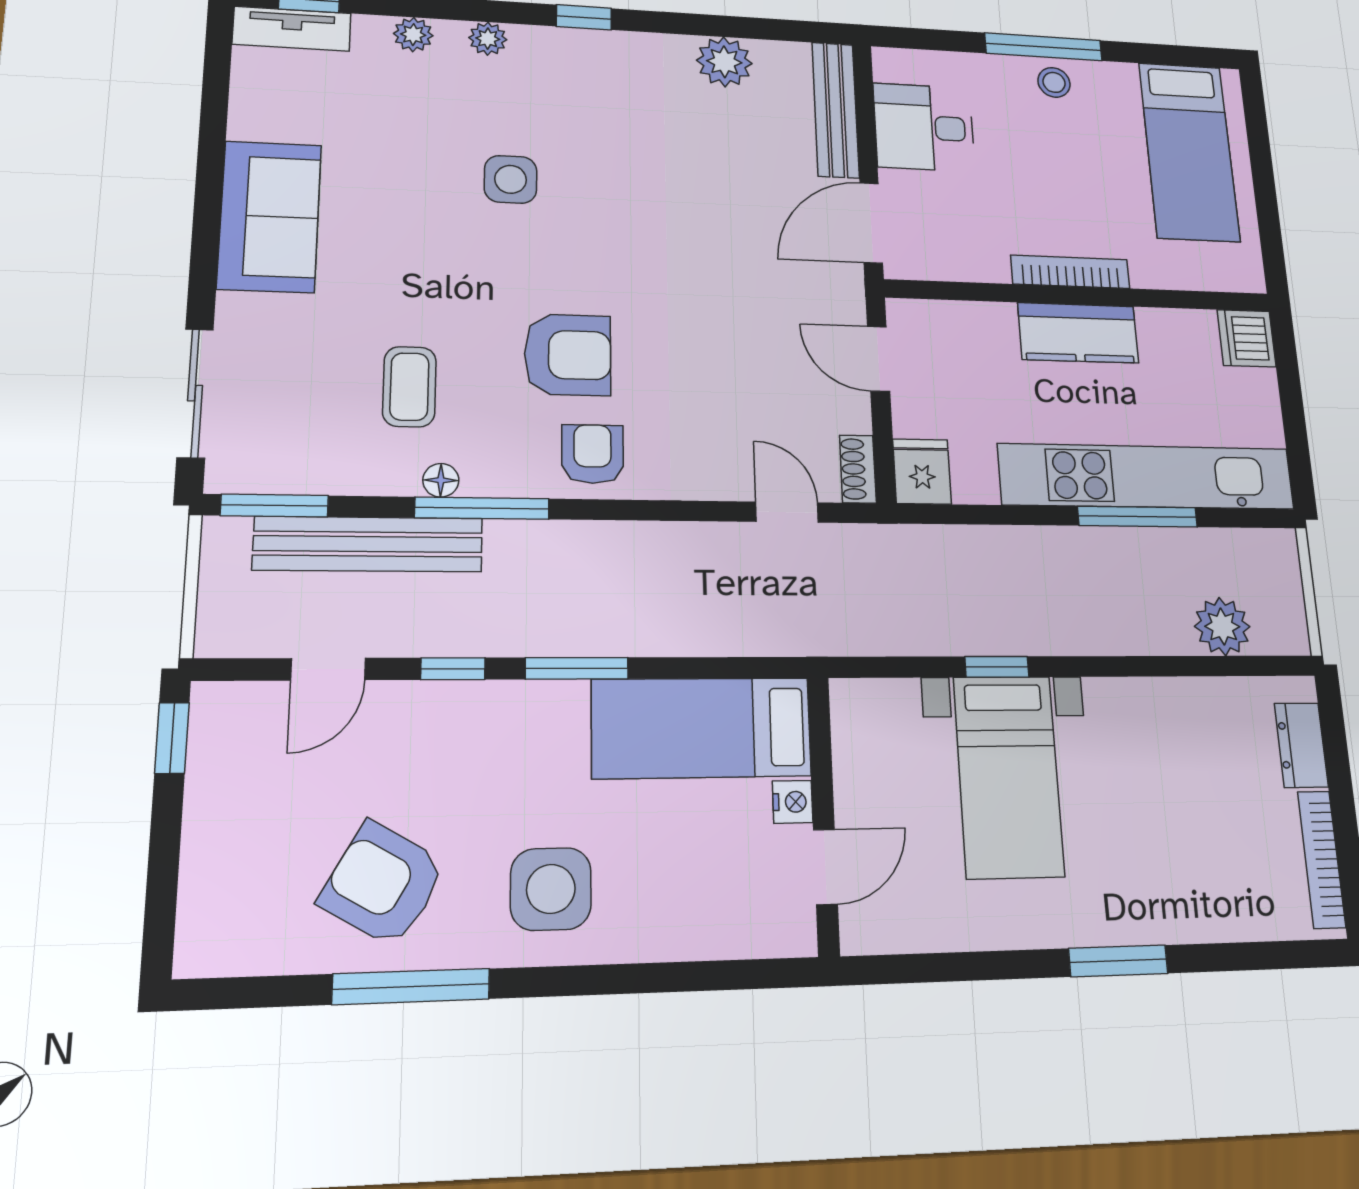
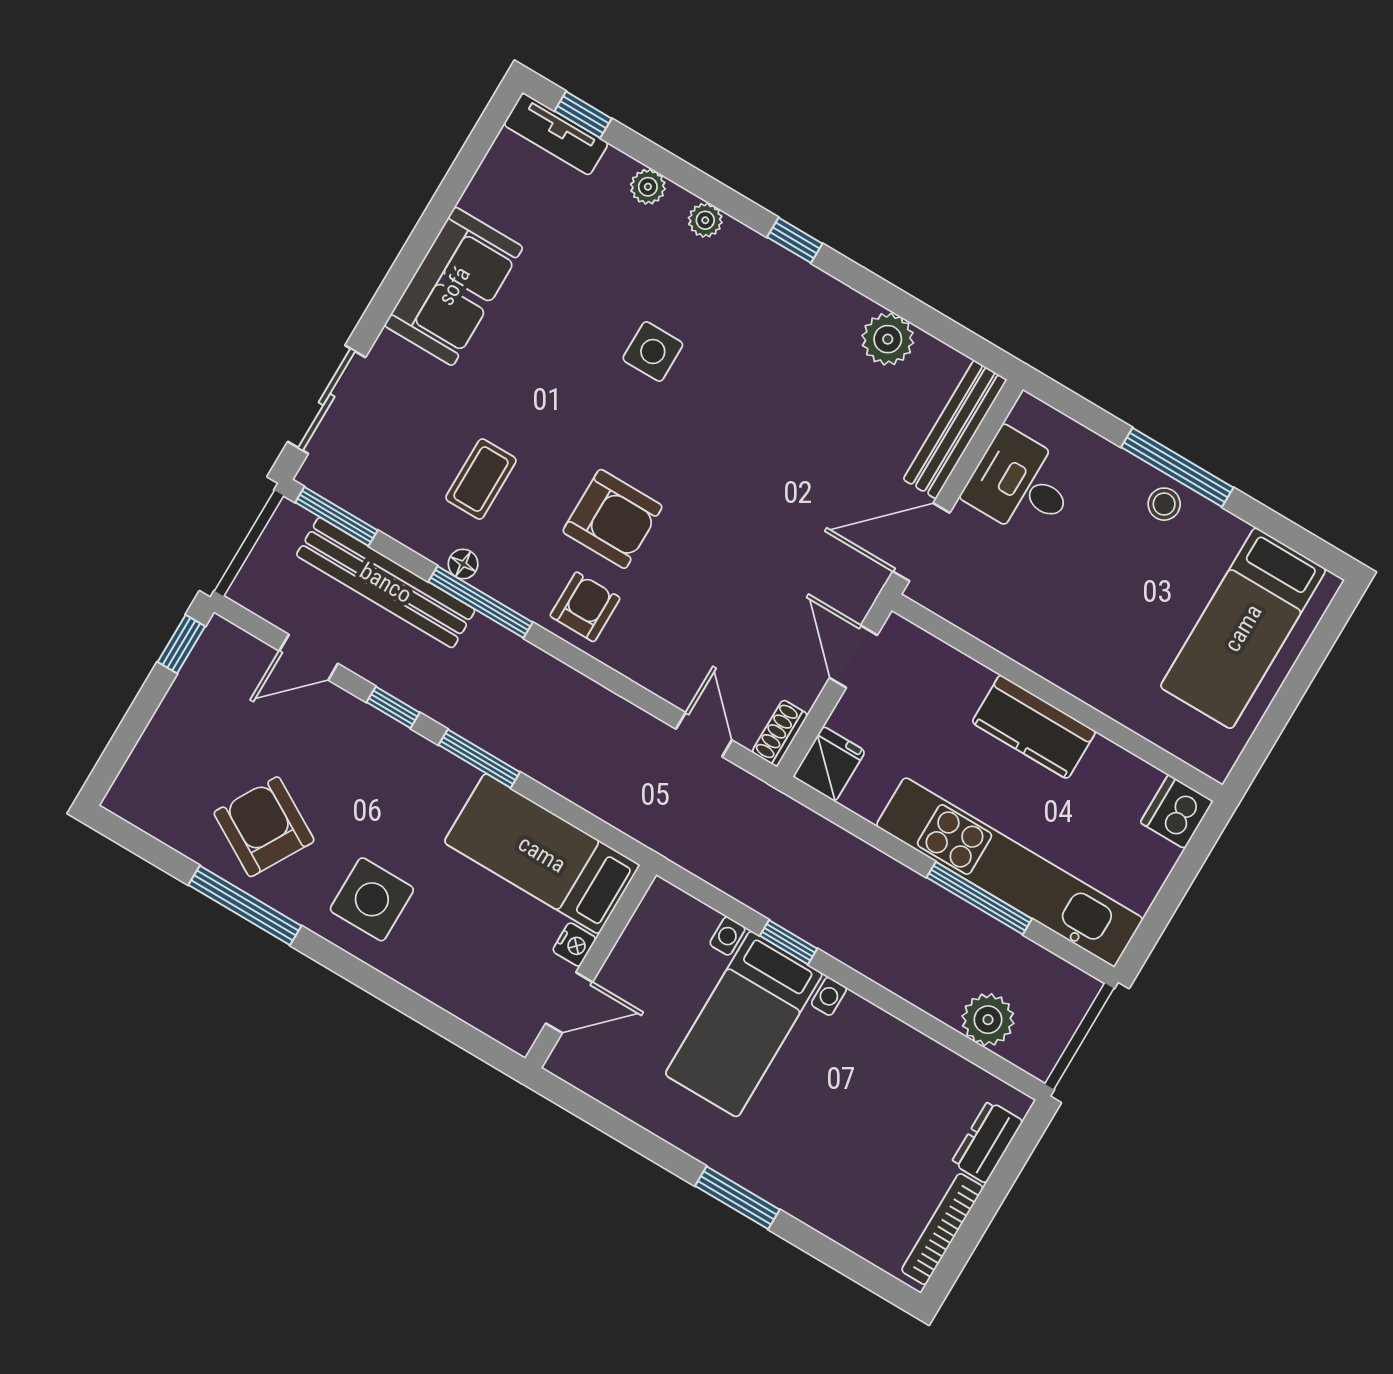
bookcase: (1070, 272) -> (1063, 674), removed

